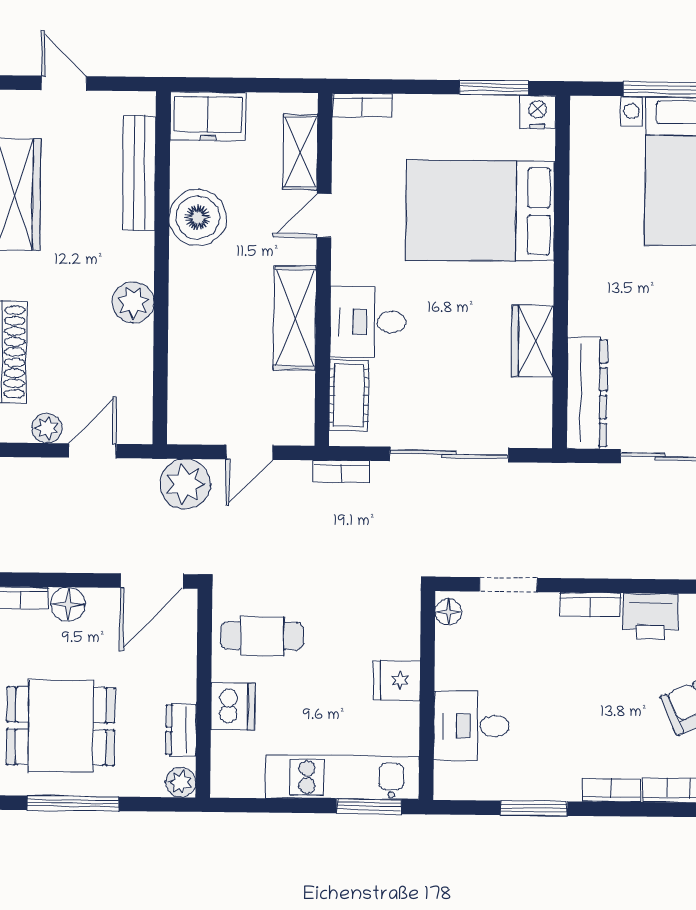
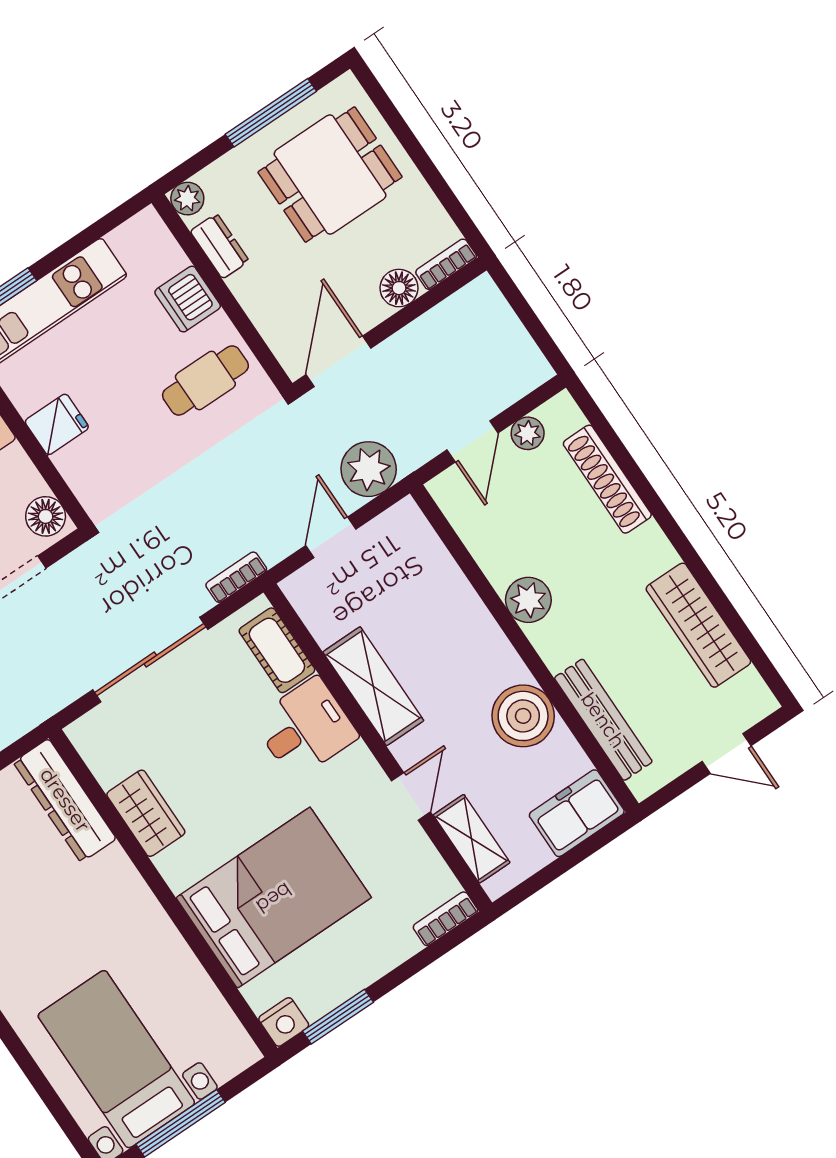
floor lamp: (448, 612) -> (46, 516), width x1.37, depth x1.37

